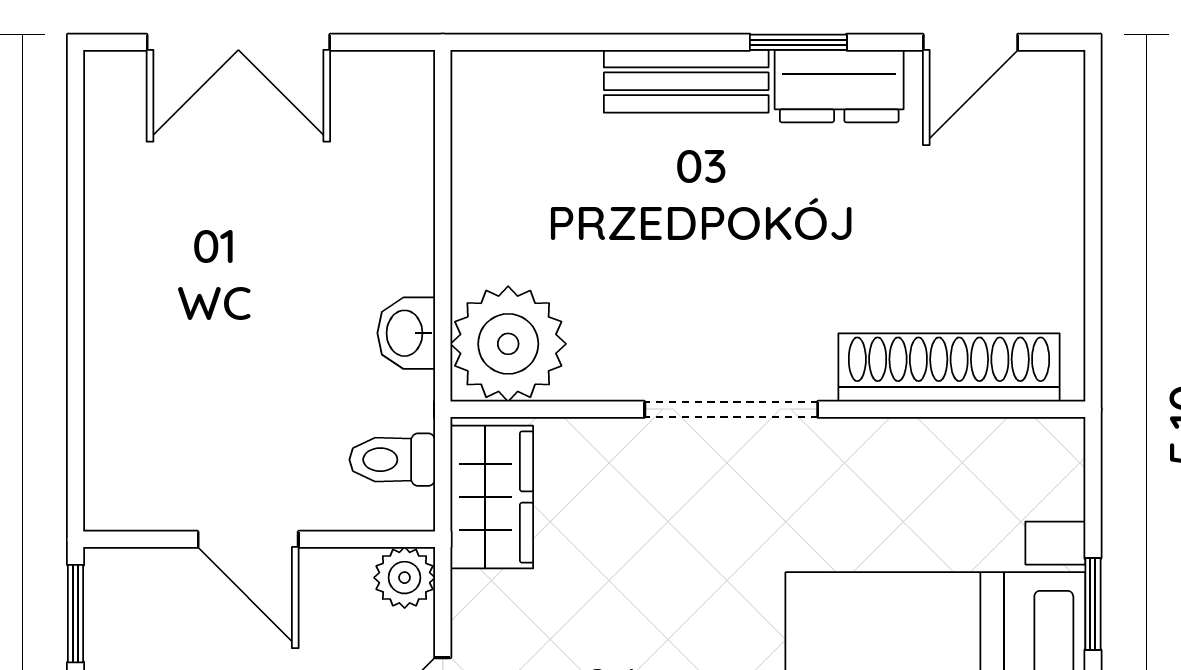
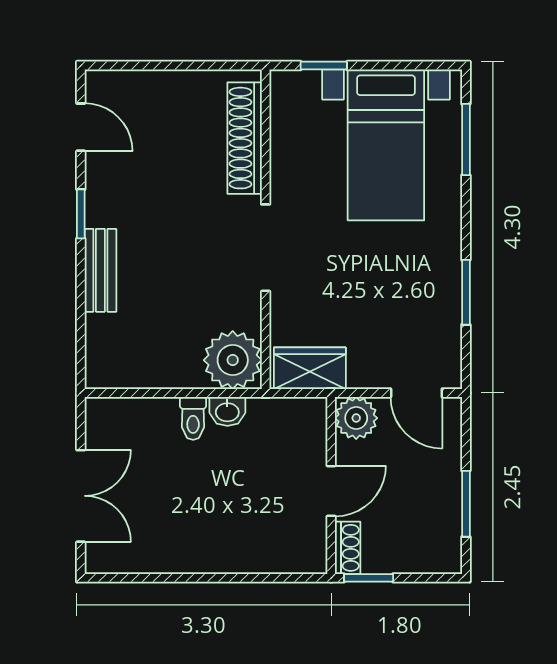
dresser: (839, 86) -> (103, 193), removed
toilet: (392, 460) -> (193, 418), moved
shoe rack: (135, 572) -> (348, 548), added
plant: (405, 578) -> (356, 418), width x1.38, depth x1.38
window: (1093, 604) -> (324, 66), moved

